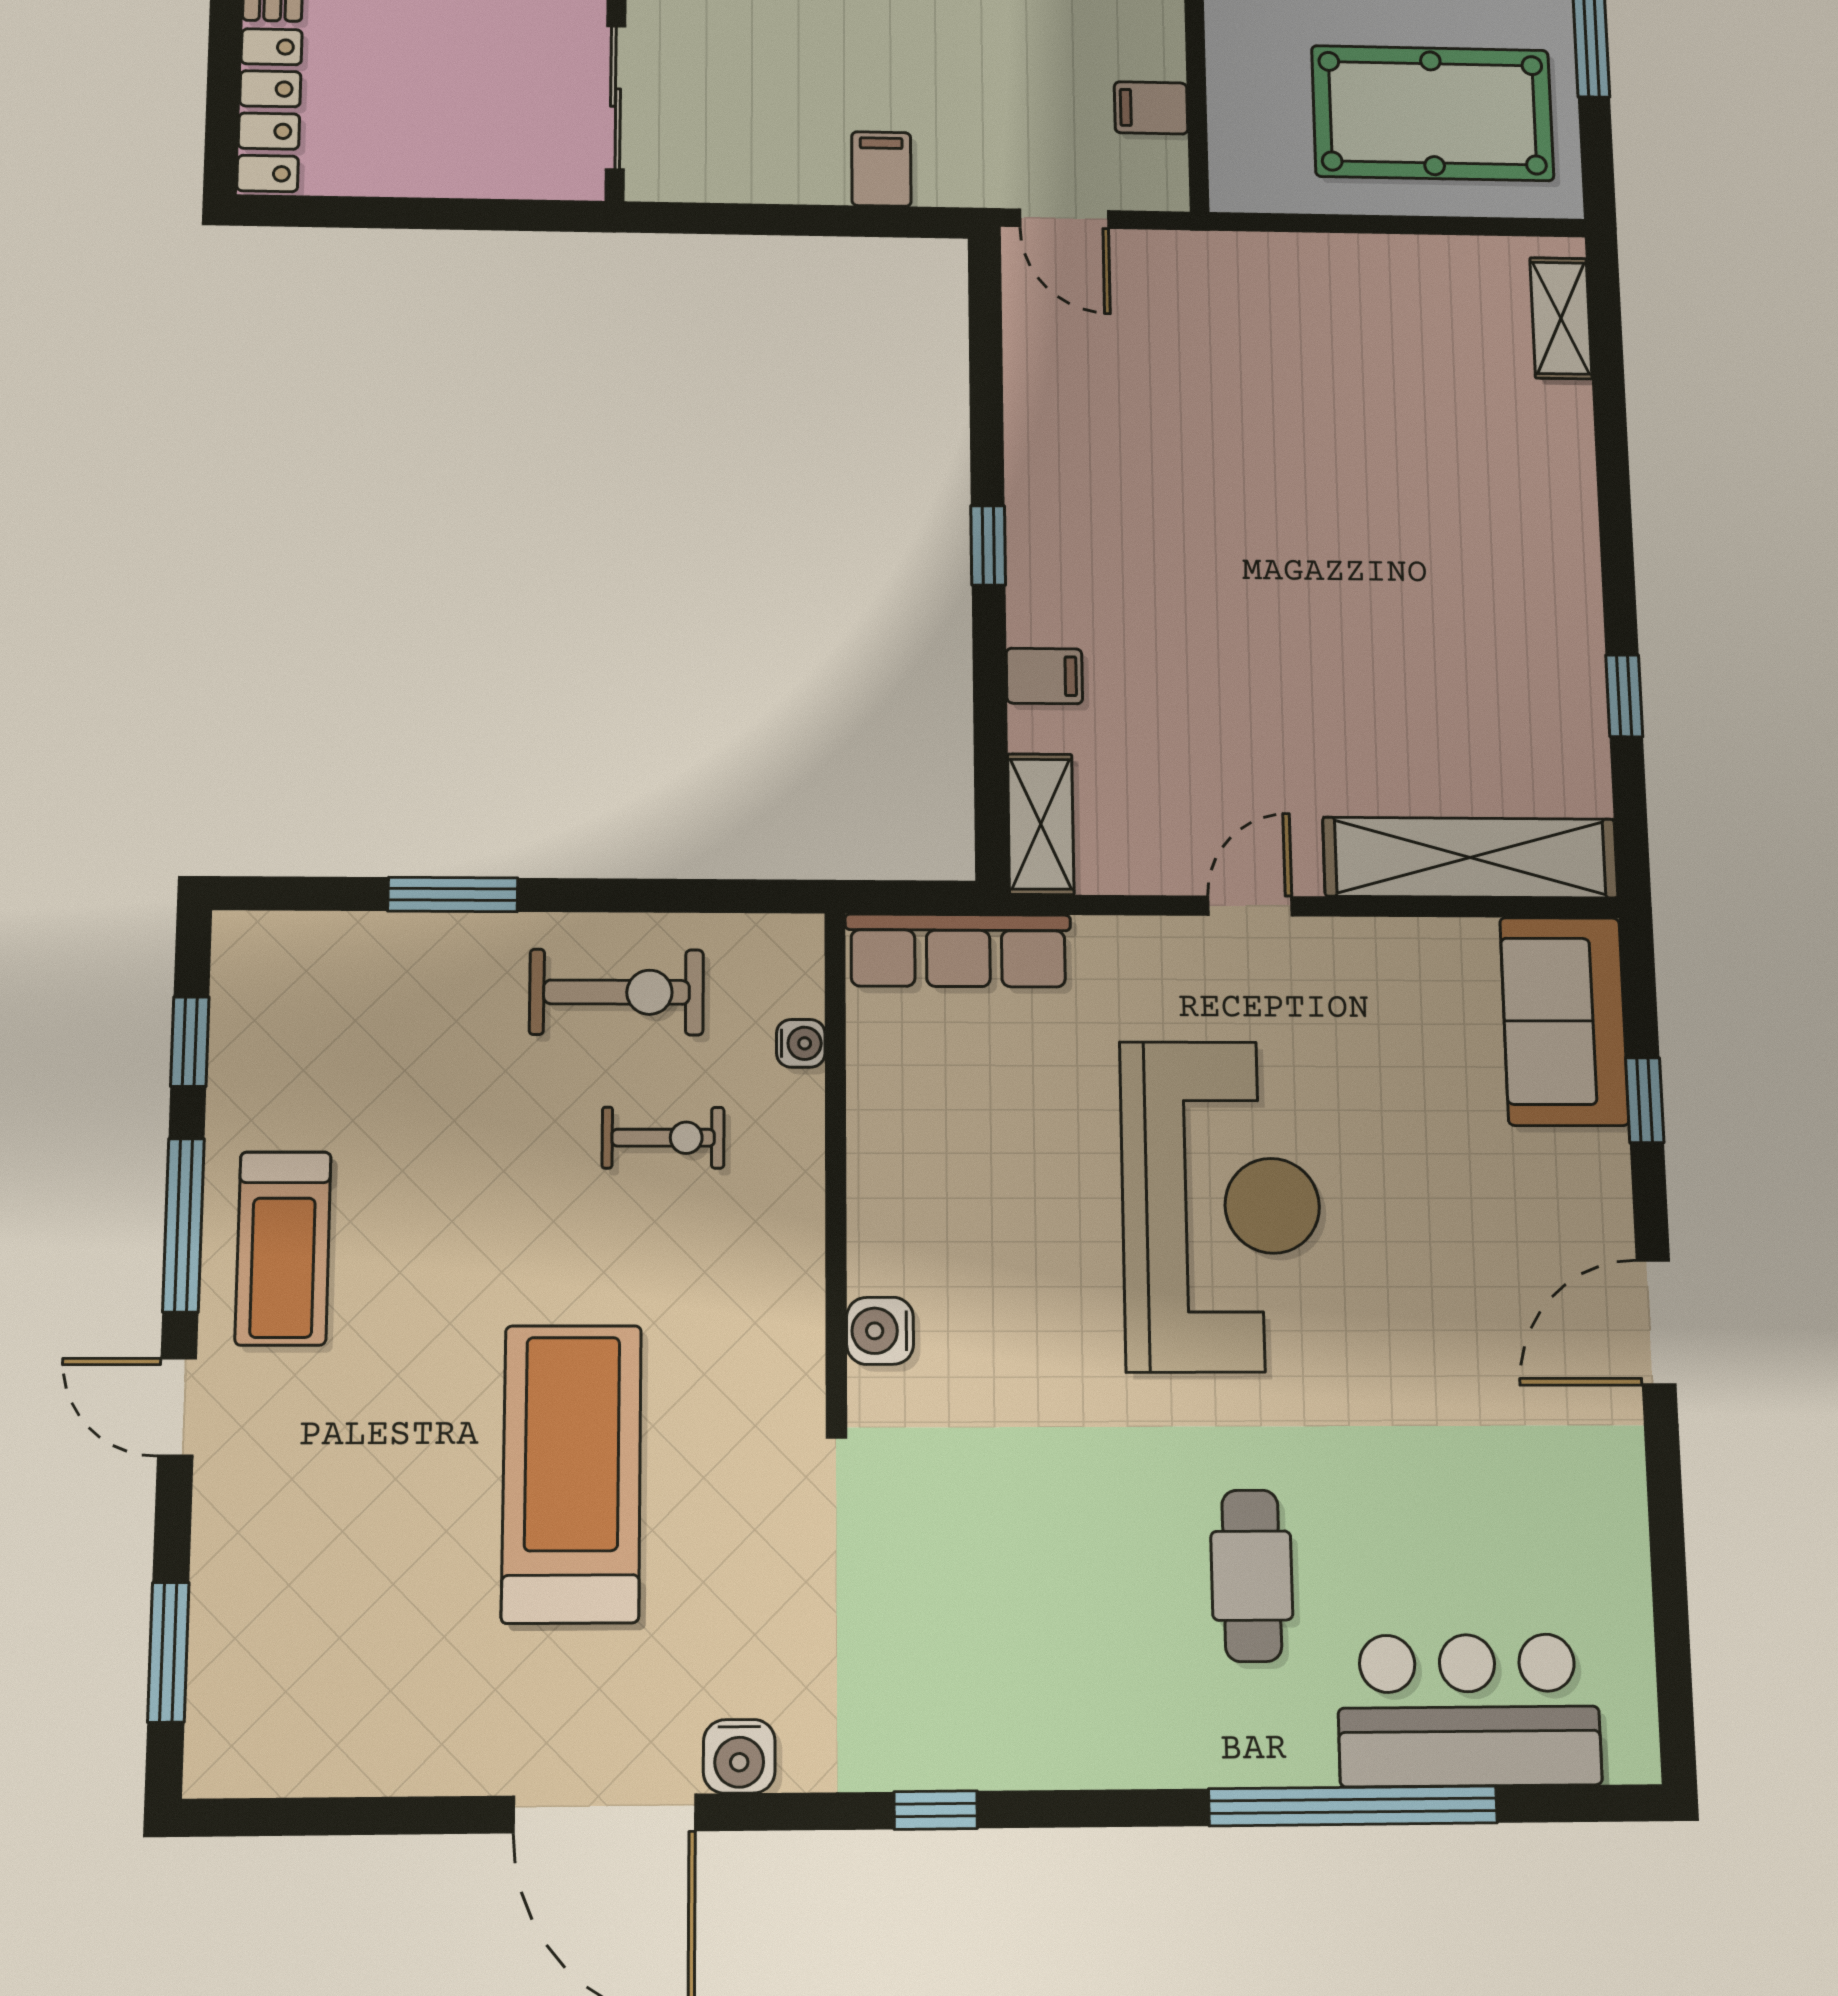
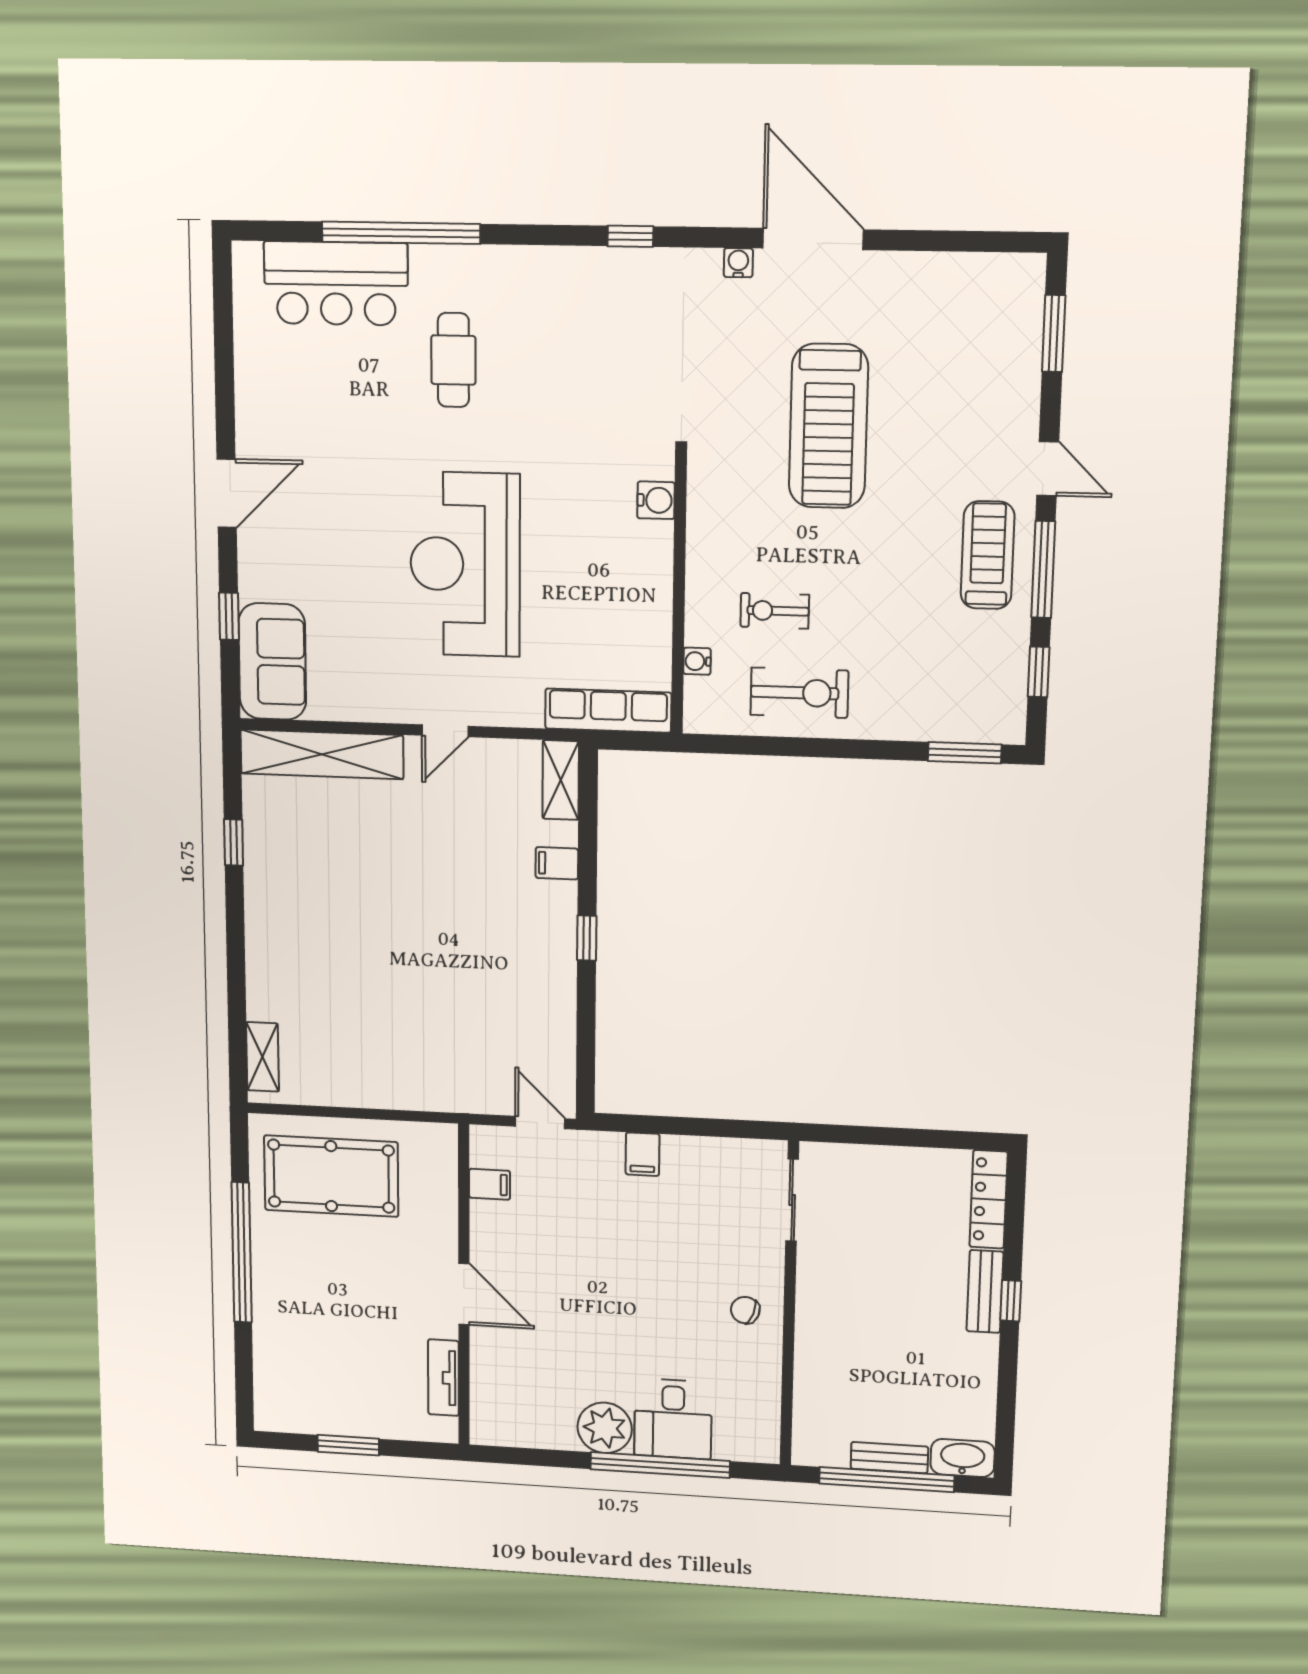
window: (453, 895) -> (965, 753), moved
exercise bike: (617, 992) -> (799, 693), turned 180
water cooler: (739, 1756) -> (738, 263), width x0.72, depth x0.72

